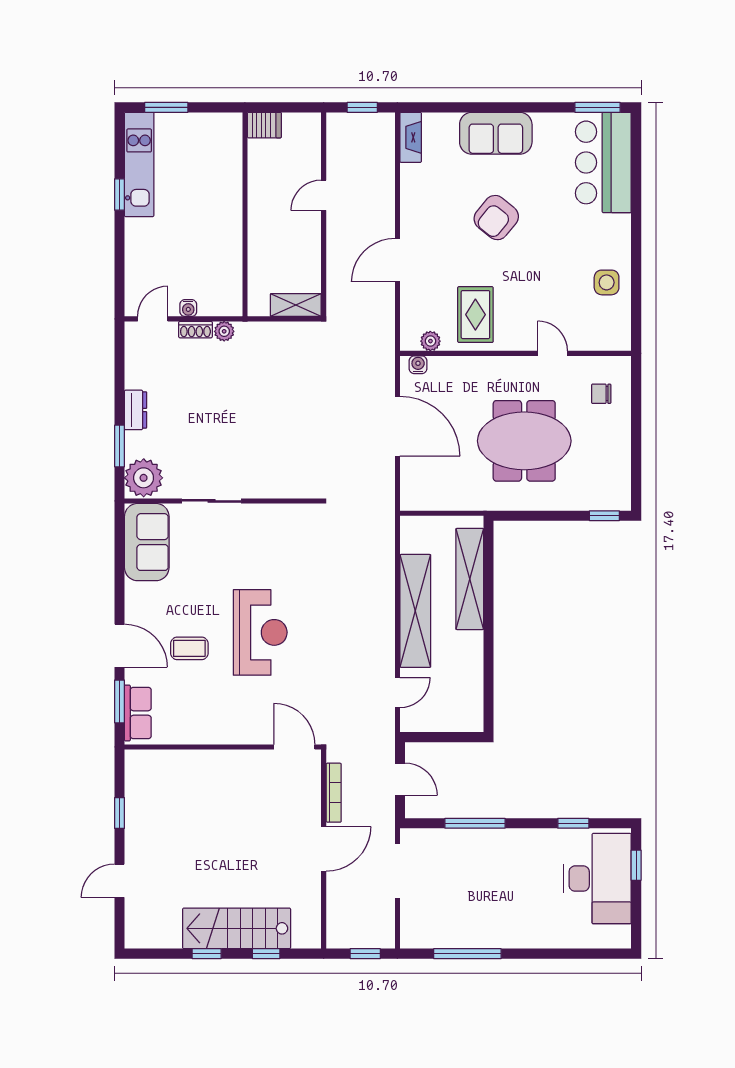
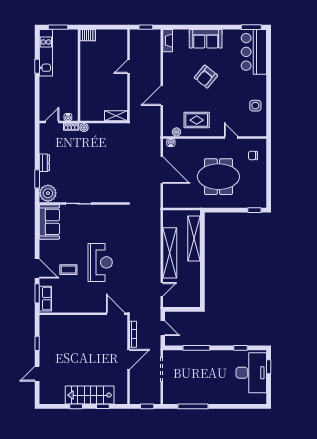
server rack: (264, 125) -> (88, 35), moved
wall: (245, 214) -> (79, 75), moved
rug: (475, 315) -> (197, 120), turned 90

